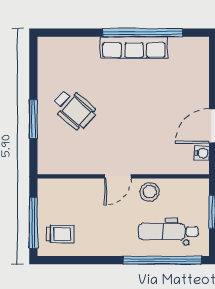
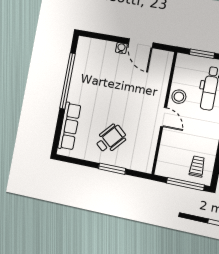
row of seats: (134, 47) -> (69, 126), moved
water cooler: (202, 153) -> (121, 48), moved

